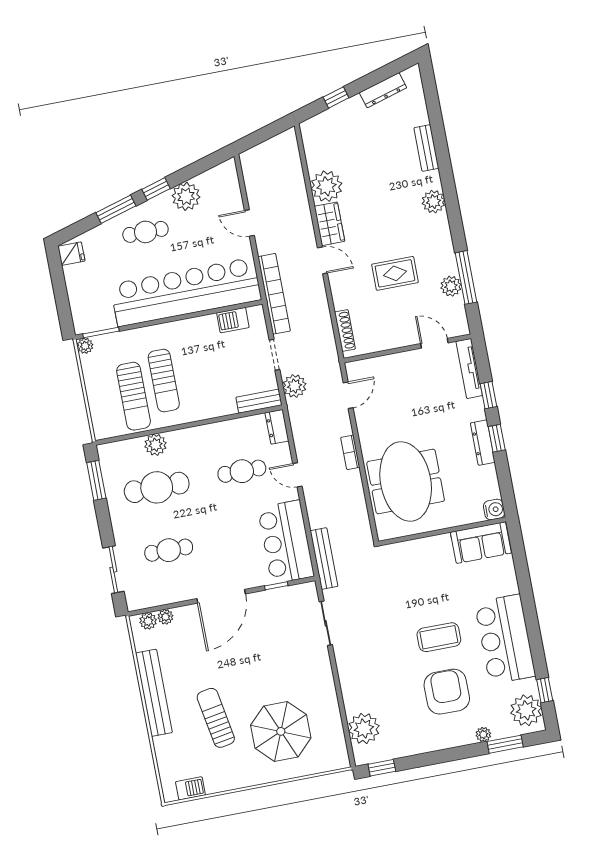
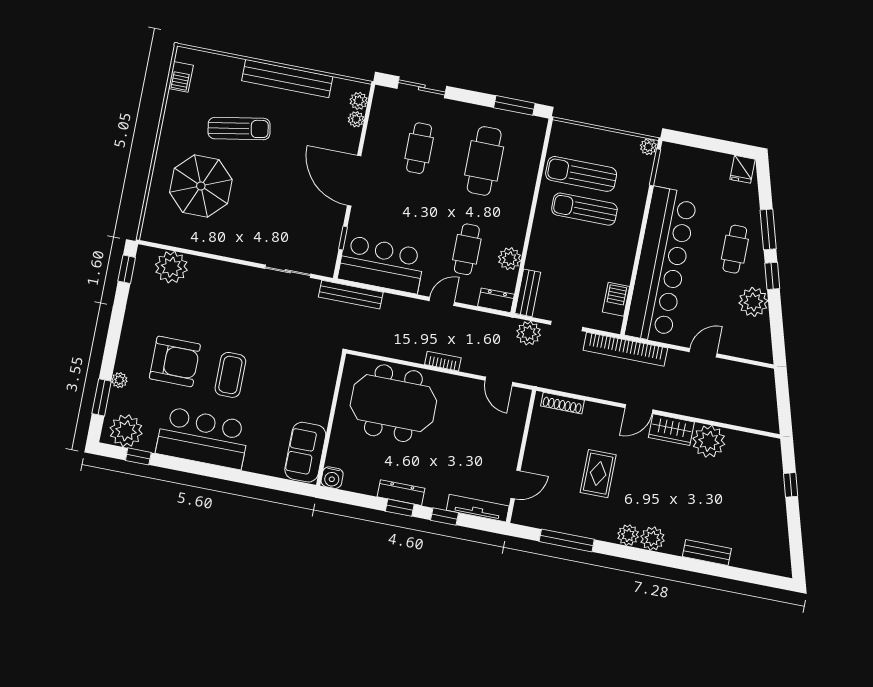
dresser: (383, 90) -> (779, 533), removed
plant: (451, 286) -> (628, 535), moved
plant: (156, 445) -> (510, 259), moved

